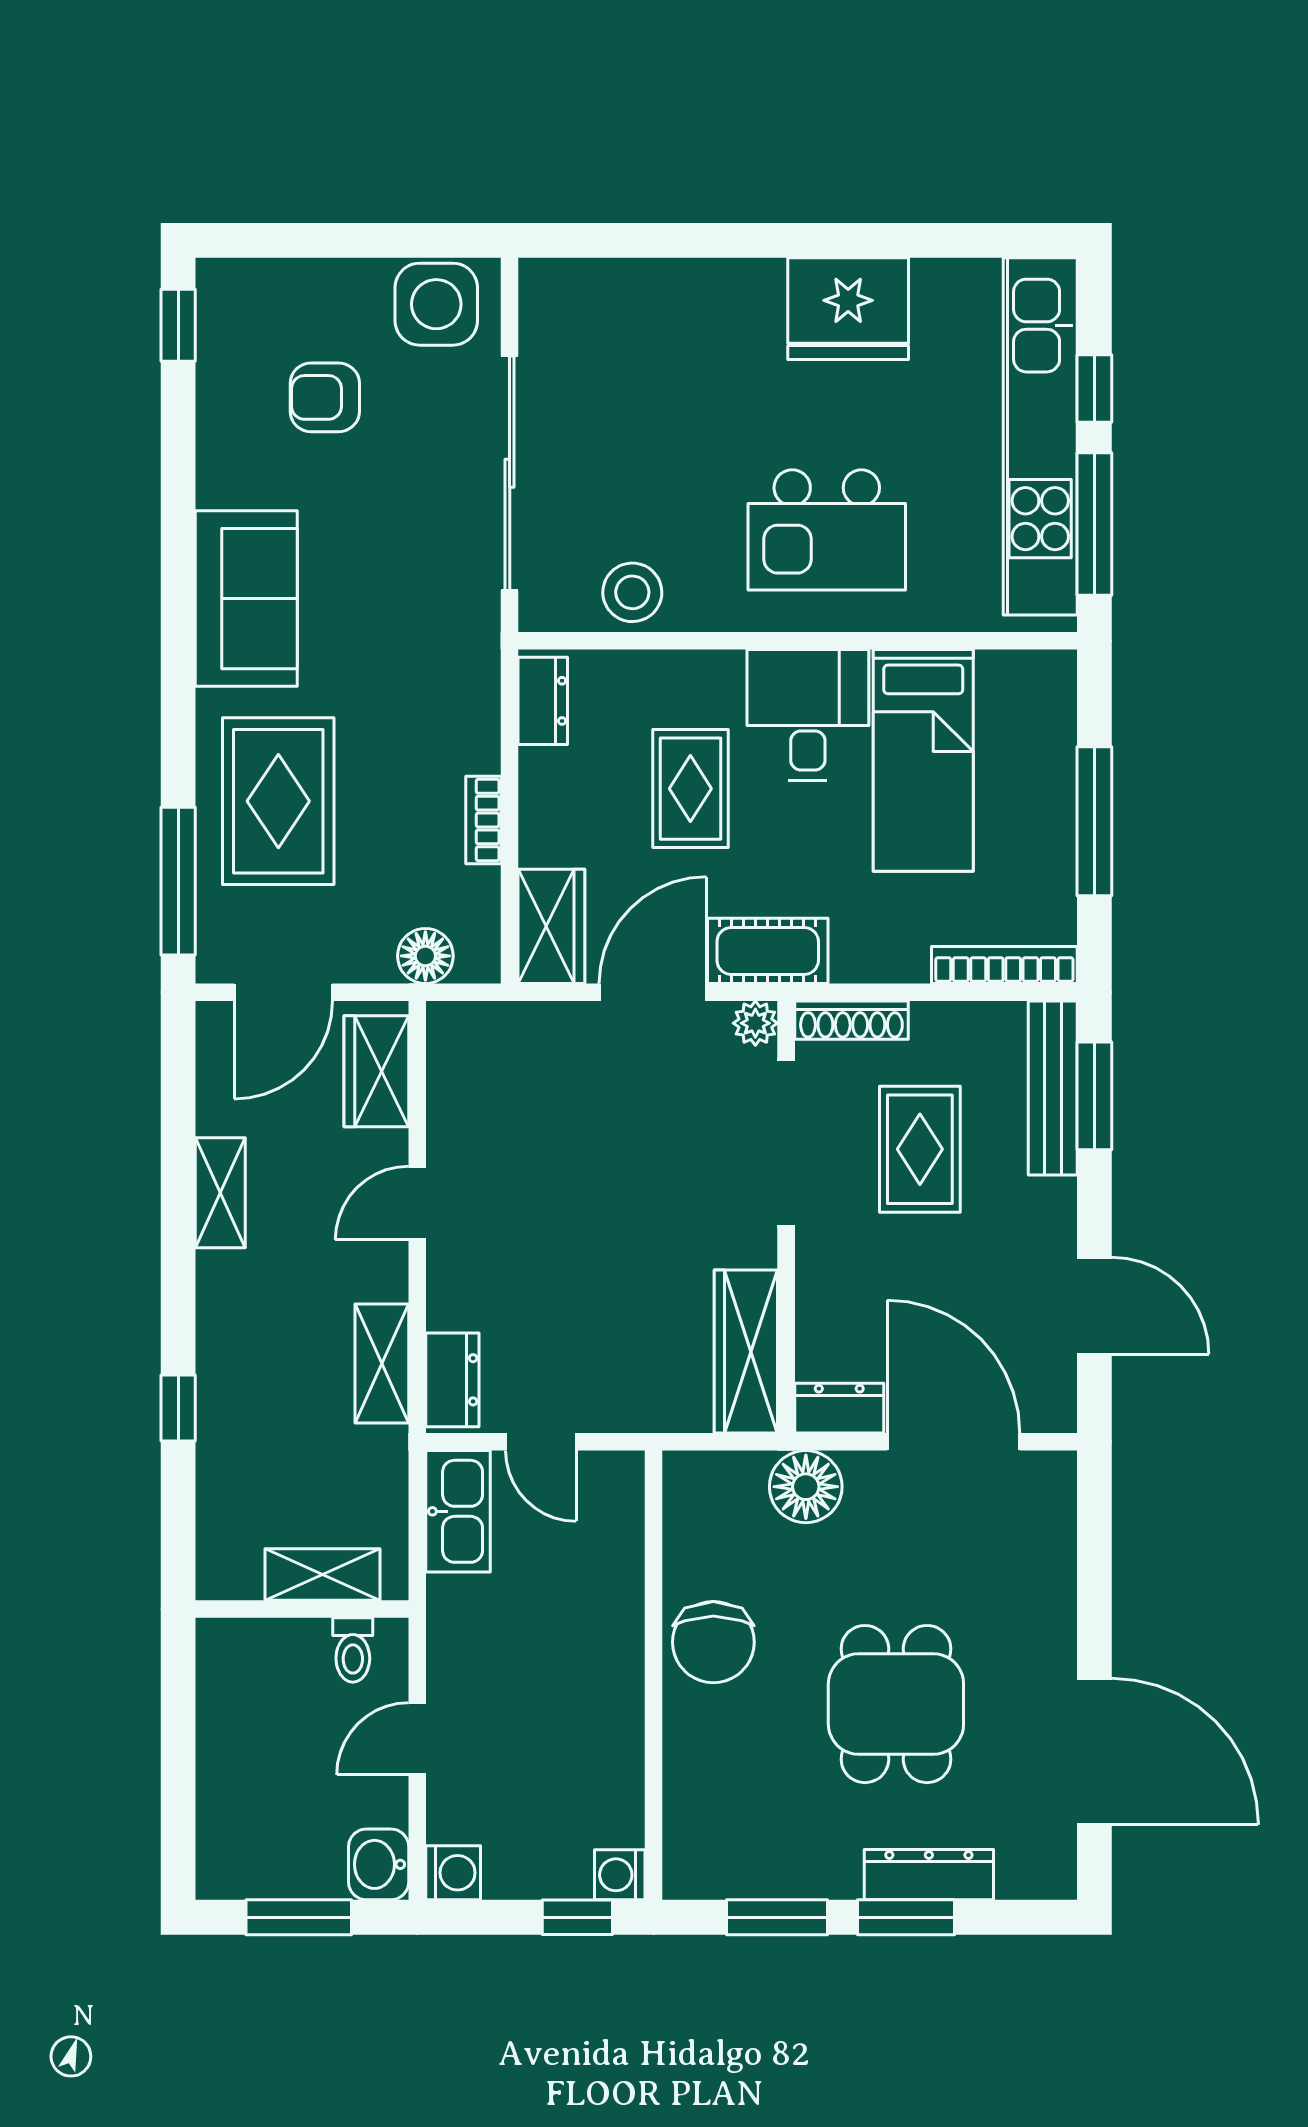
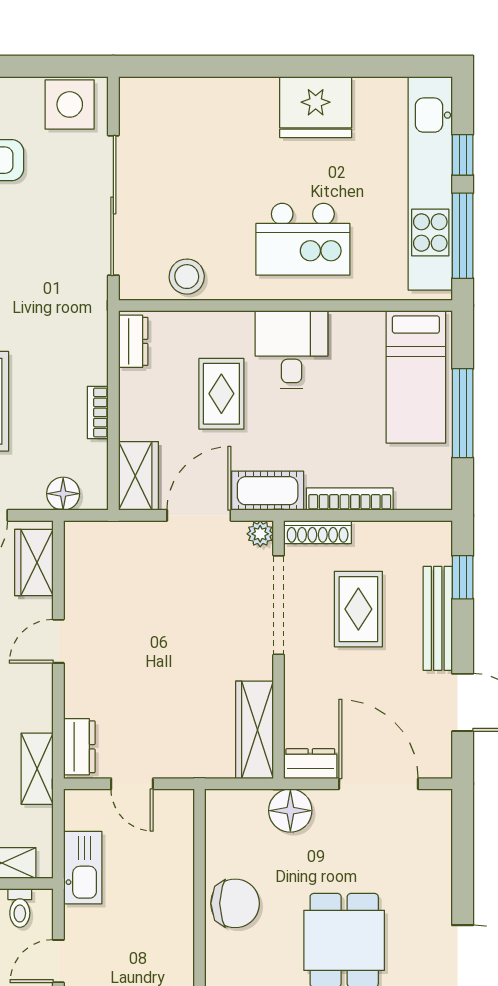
bed: (923, 760) -> (416, 377), moved
bookcase: (1004, 965) -> (350, 499), moved
bench: (1053, 1088) -> (438, 618), moved
window: (1094, 1096) -> (463, 577), width x0.67
shelving: (382, 1364) -> (37, 769), moved
kitchen sink: (458, 1511) -> (83, 868), moved
chair: (713, 1642) -> (235, 903), turned -90

